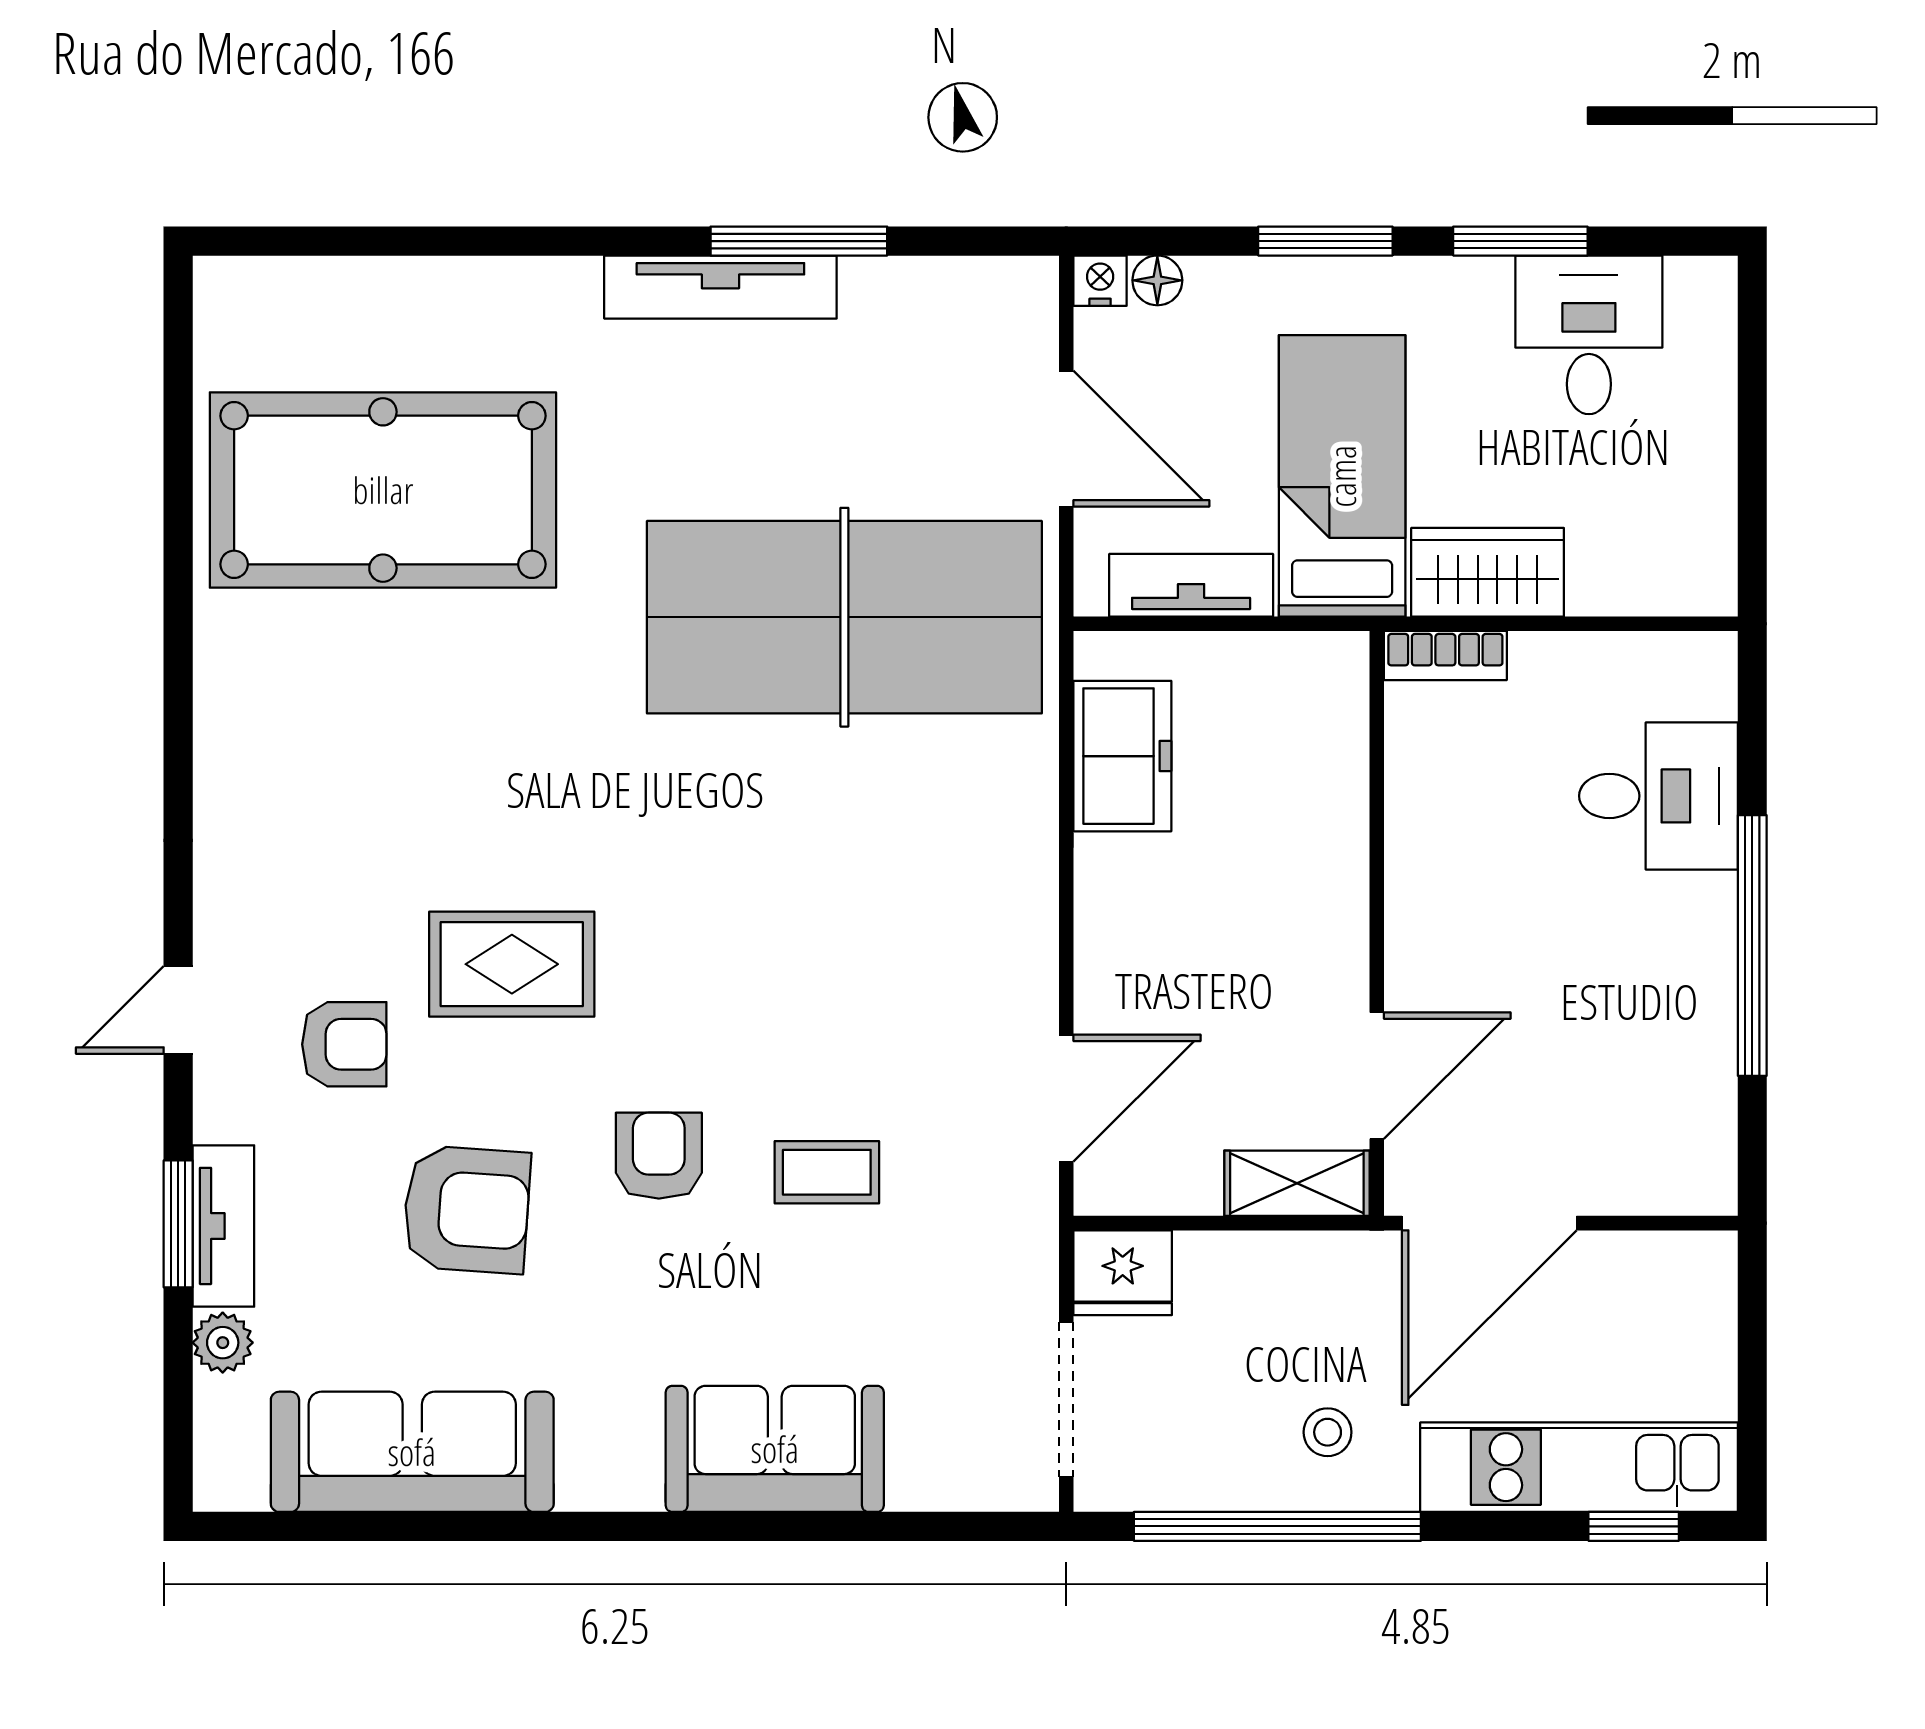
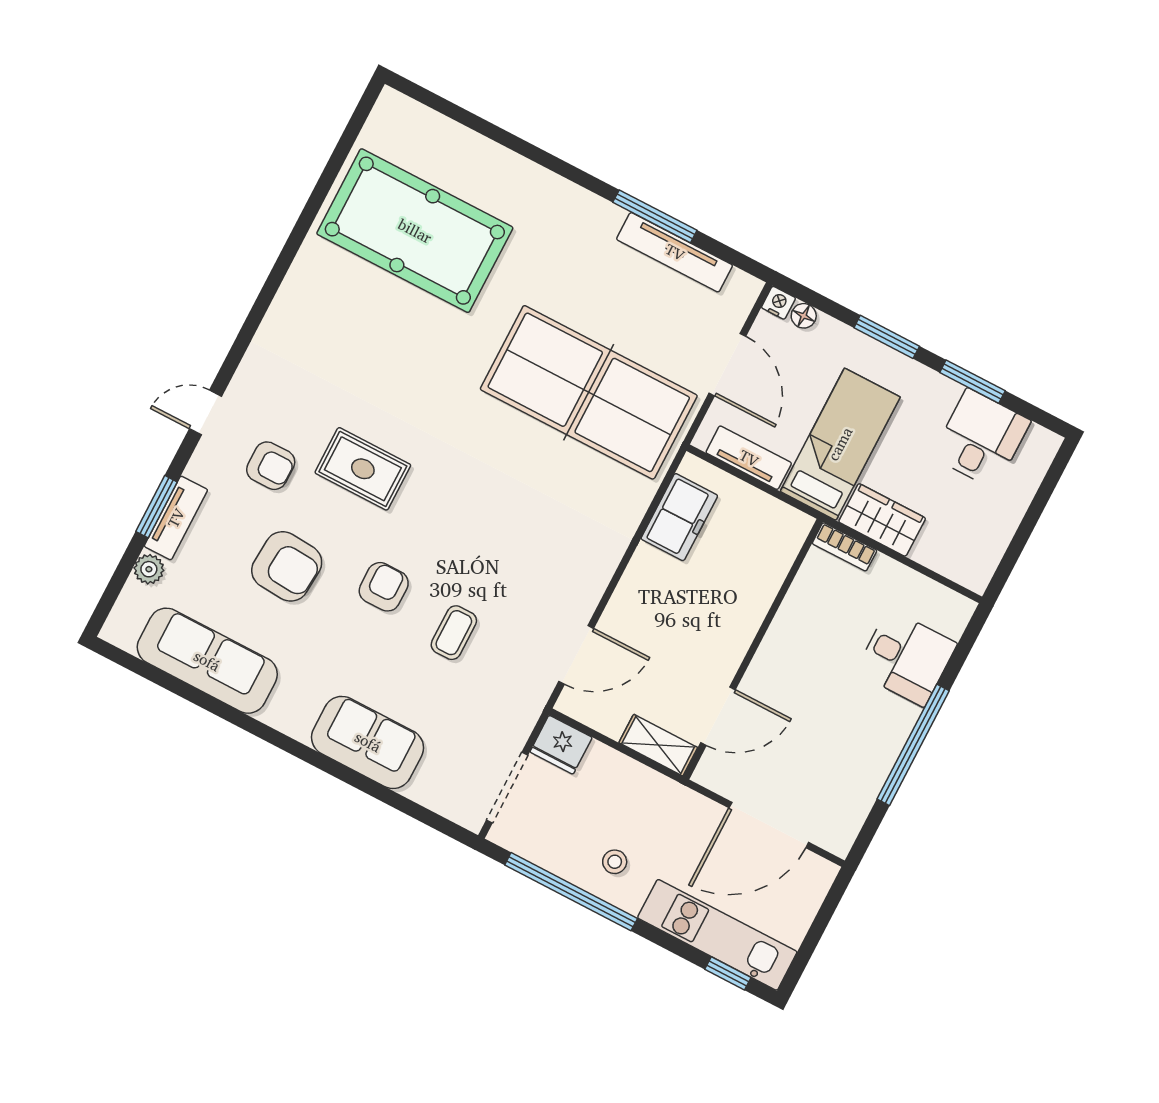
tv unit: (720, 287) -> (675, 252), moved
coffee table: (827, 1172) -> (454, 633), turned 90
door: (1489, 1223) -> (769, 825), moved

